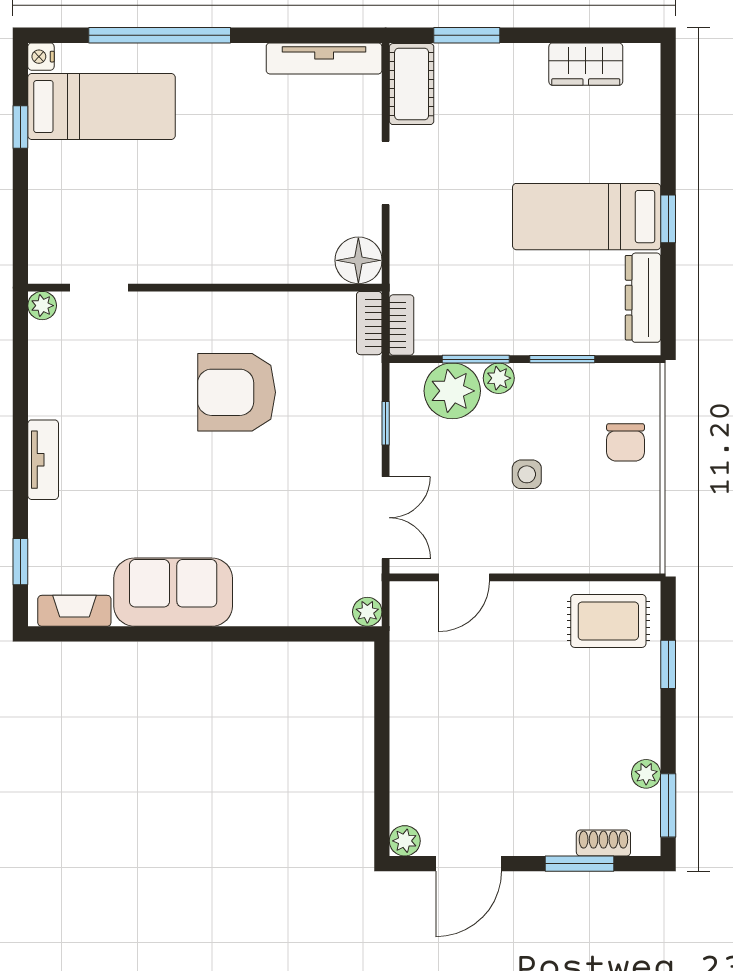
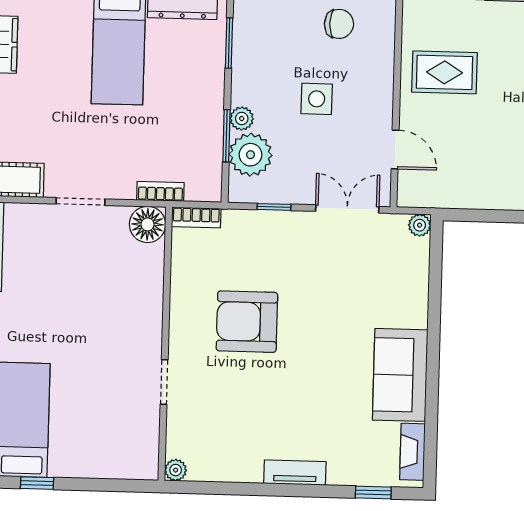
doorway: (99, 288) -> (164, 382), moved
bookcase: (402, 325) -> (160, 191), moved
window: (562, 359) -> (229, 43), moved
armchair: (237, 392) -> (247, 322), turned 90
chair: (626, 442) -> (339, 24), moved
side table: (527, 474) -> (317, 99), width x1.37, depth x1.37
rug: (608, 621) -> (444, 72), moved, turned 90

